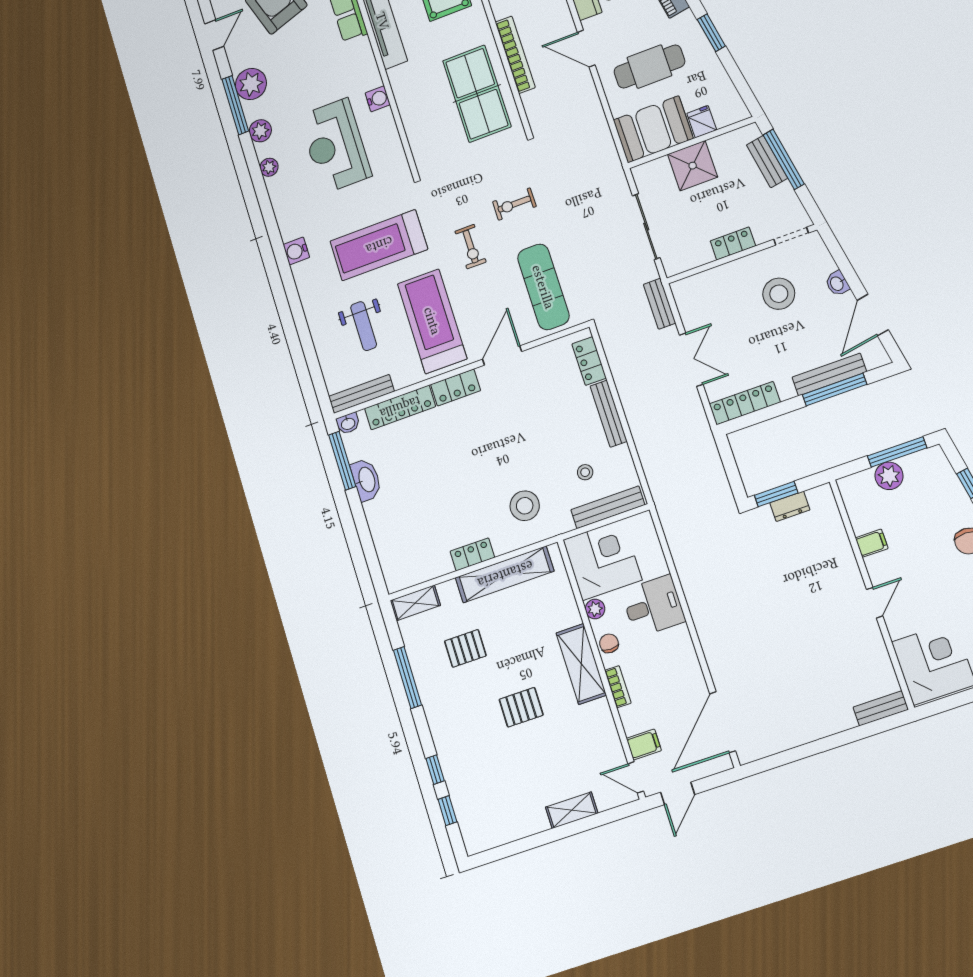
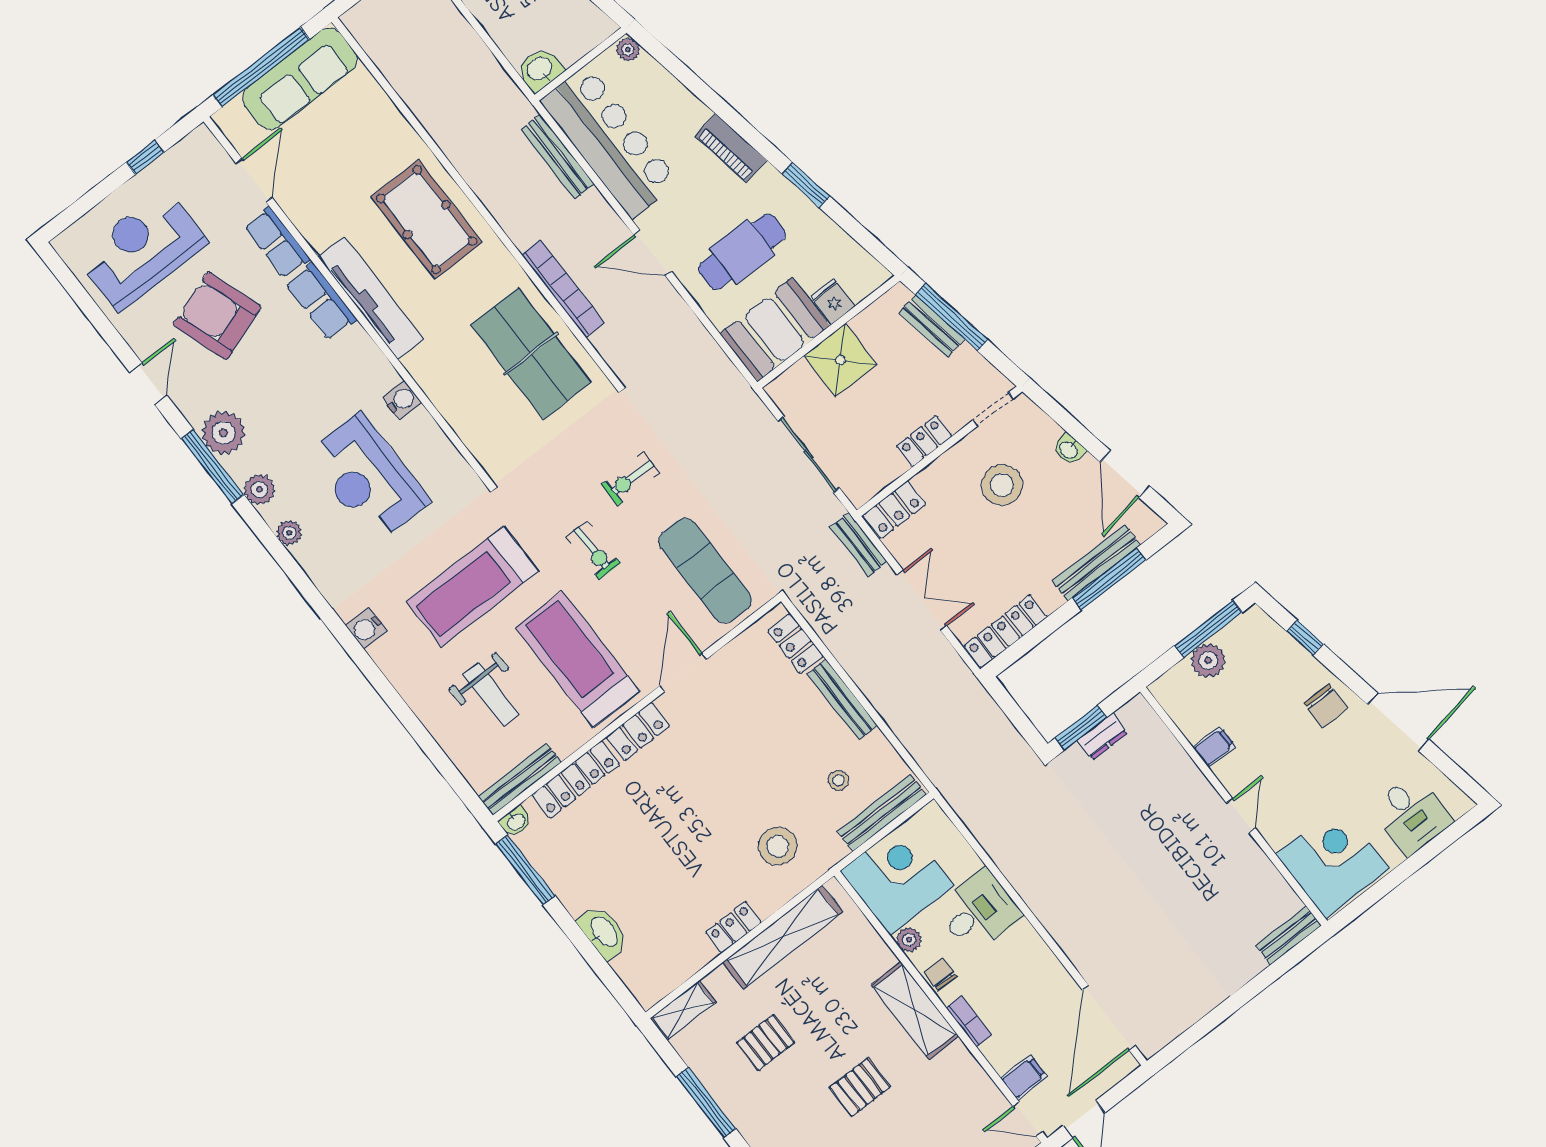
locker: (694, 287) -> (894, 510), added
washbasin: (366, 480) -> (603, 932), moved

